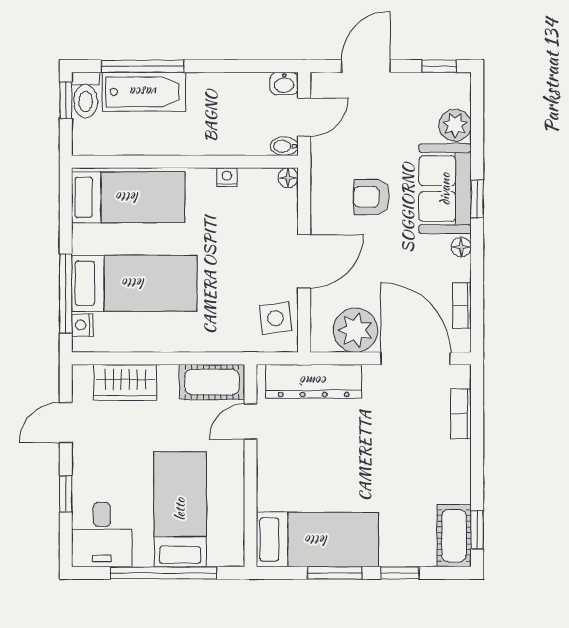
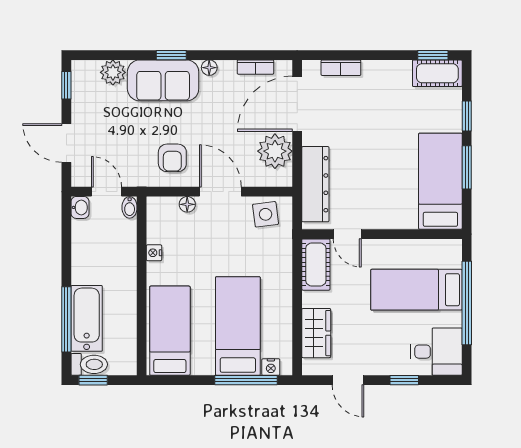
floor lamp: (288, 178) -> (187, 204), moved
armchair: (371, 197) -> (172, 158), moved

